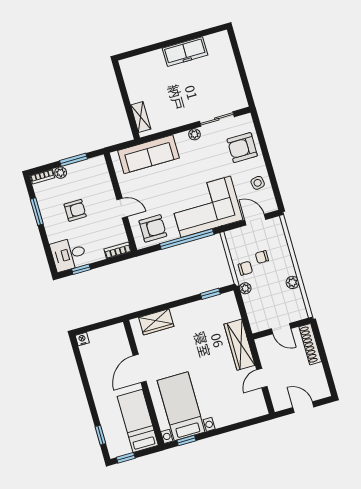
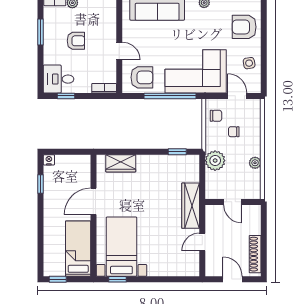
chair: (245, 268) -> (216, 116), moved
plant: (245, 288) -> (215, 161), width x1.87, depth x1.87
shoe rack: (310, 344) -> (255, 254), moved
window: (100, 435) -> (41, 184), moved

